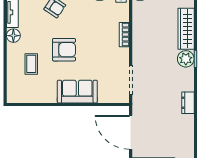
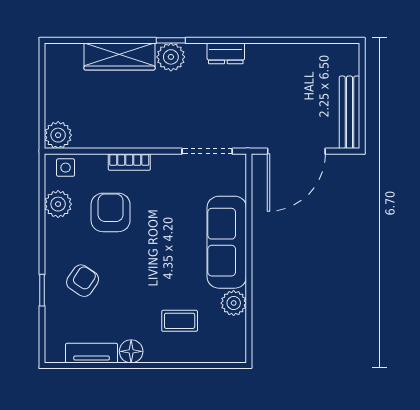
armchair: (64, 50) -> (111, 212), moved
sofa: (77, 92) -> (227, 242), width x1.36
plant: (42, 96) -> (234, 303), added
dresser: (188, 103) -> (226, 53), moved

